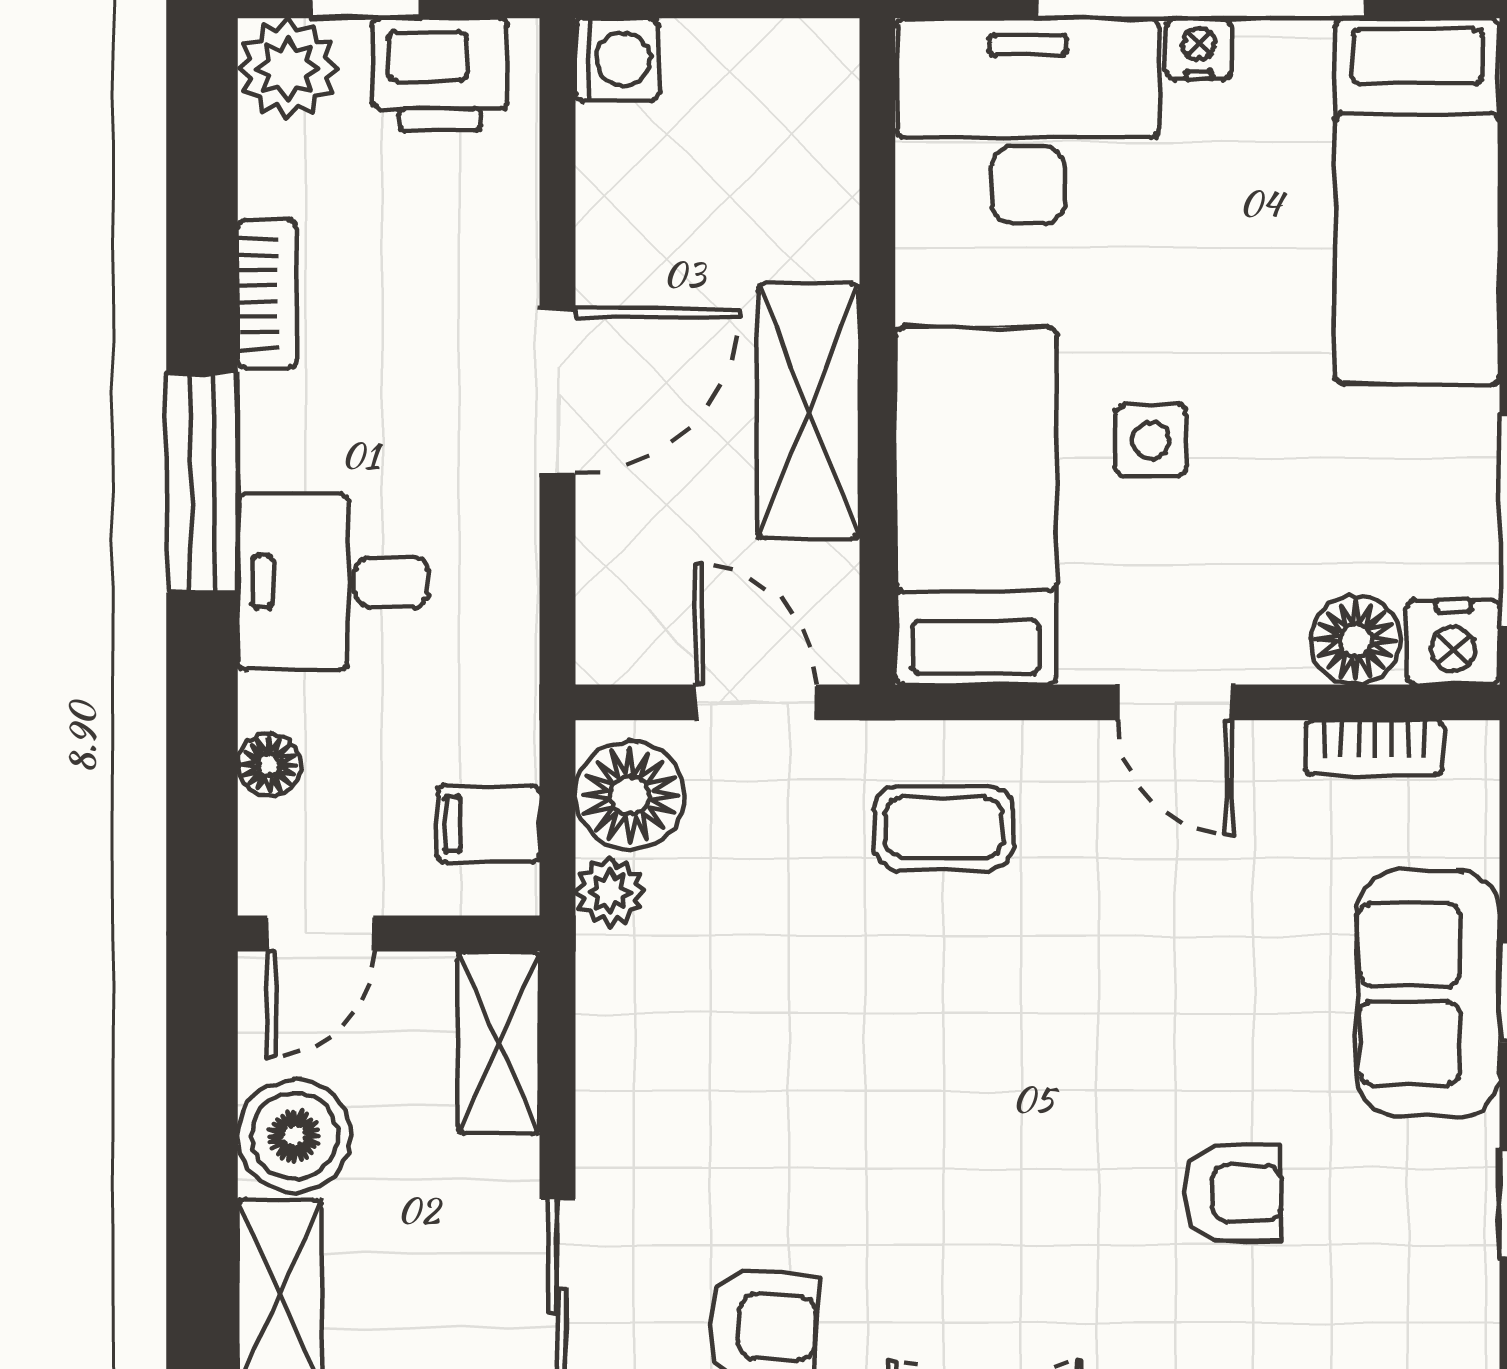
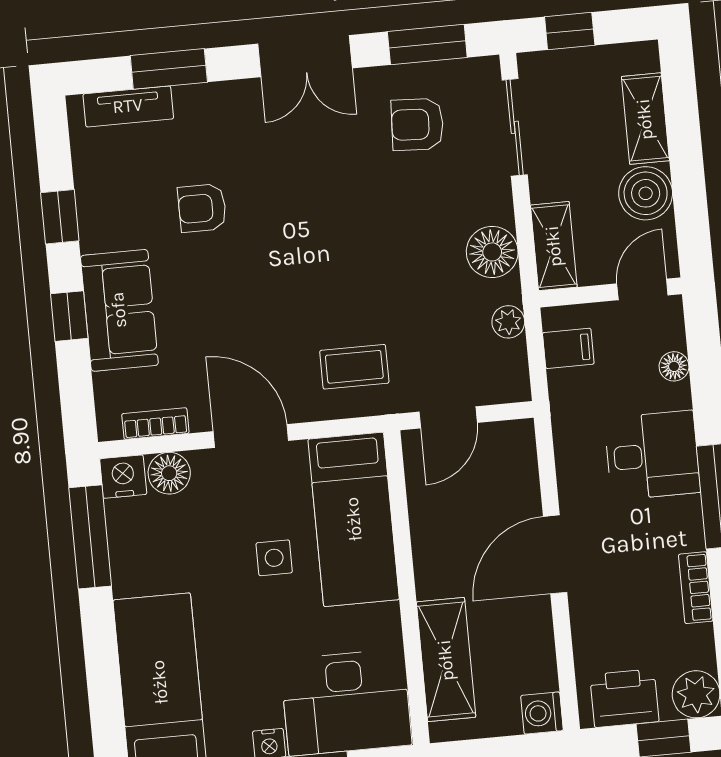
shelving: (809, 411) -> (446, 660), moved
door: (756, 702) -> (448, 417), hinge flipped
door: (1176, 702) -> (251, 436), width x1.38
floor lamp: (630, 796) -> (492, 252), moved

